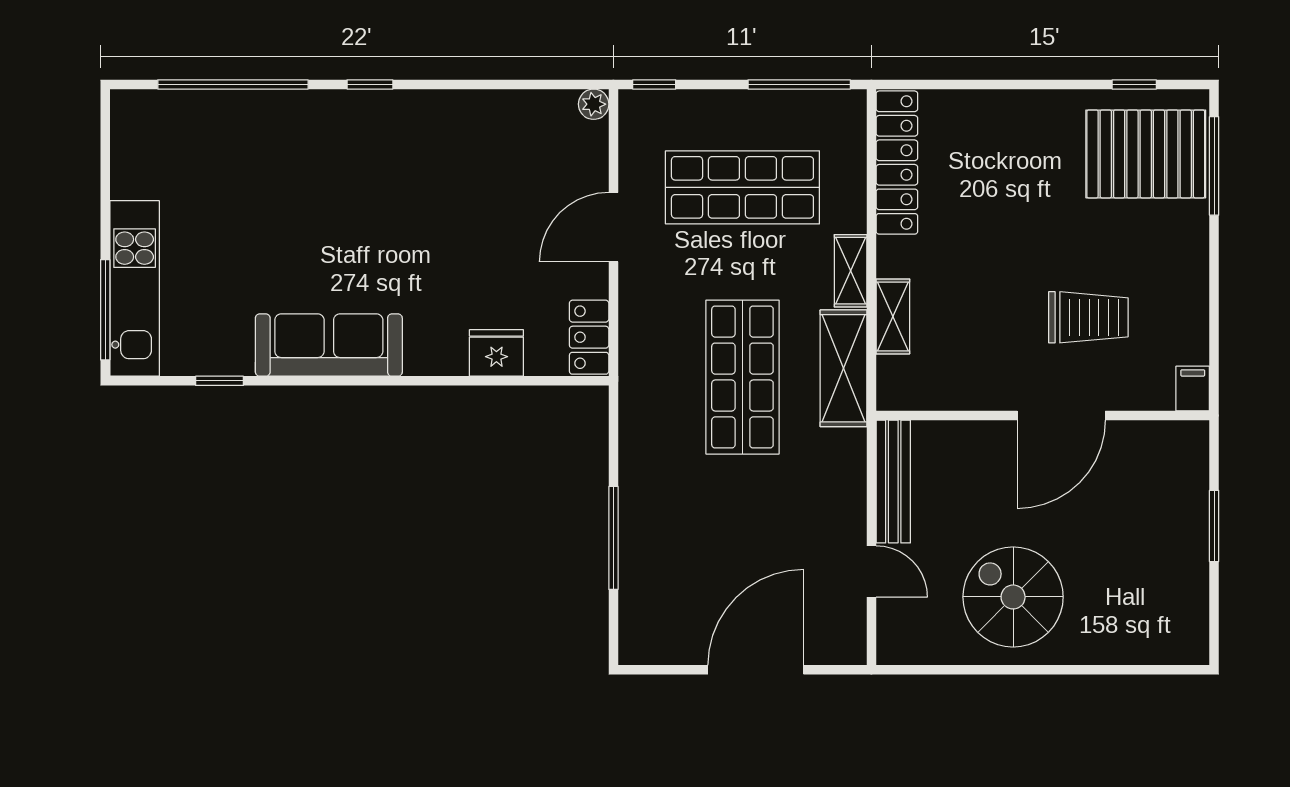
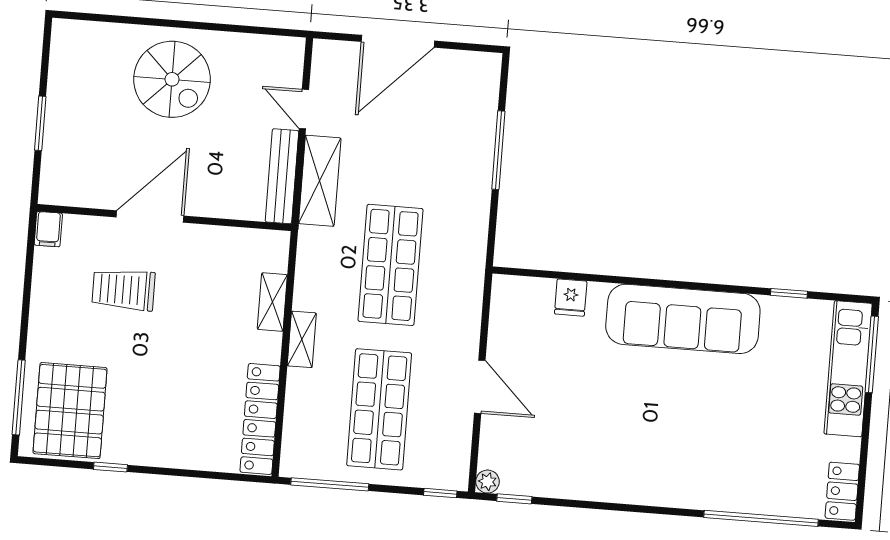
window: (370, 84) -> (514, 499), moved
window: (1134, 84) -> (110, 467), moved
pallet: (1146, 154) -> (70, 411), turned 90
shop shelf: (742, 187) -> (379, 409), turned 90
door: (613, 227) -> (480, 387), hinge flipped
locker: (589, 337) -> (842, 491), moved, turned 180
sofa: (329, 345) -> (683, 319), width x1.36, depth x1.27
fridge: (496, 353) -> (571, 297), width x0.72
shelving: (844, 368) -> (320, 181), moved
spiral stairs: (1013, 597) -> (172, 79), moved

